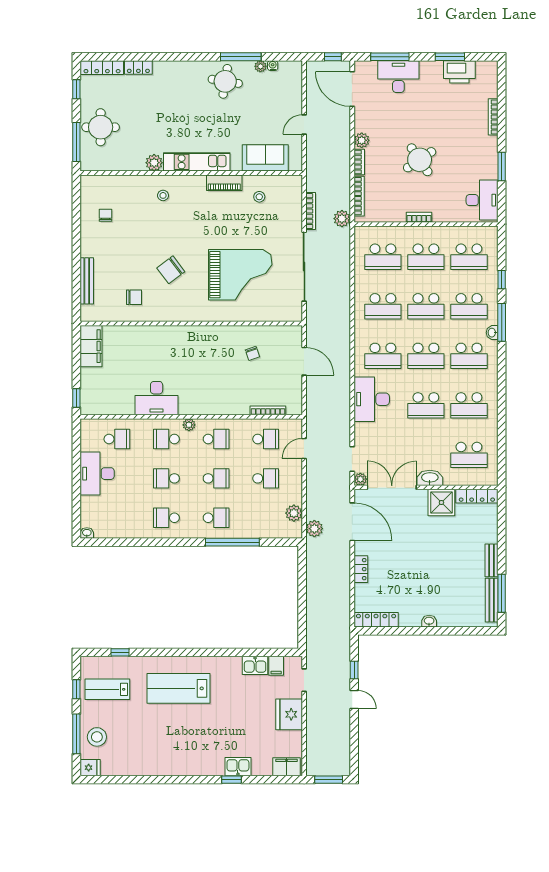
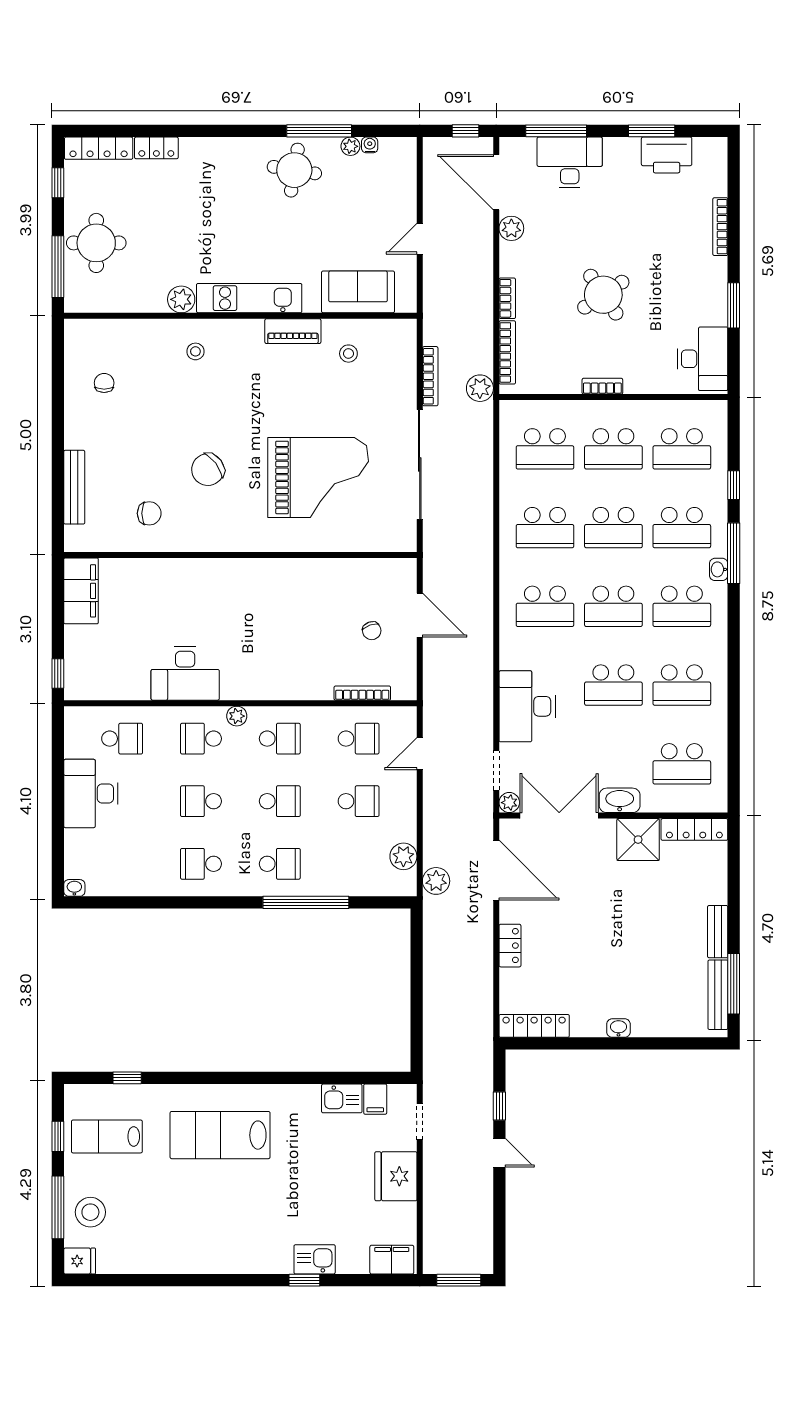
plant: (362, 140) -> (511, 228), moved
chair: (252, 353) -> (372, 631), moved
desk: (372, 399) -> (527, 706), moved

